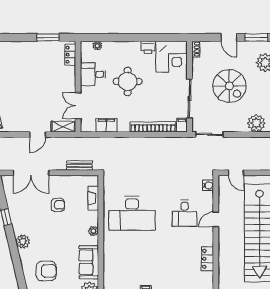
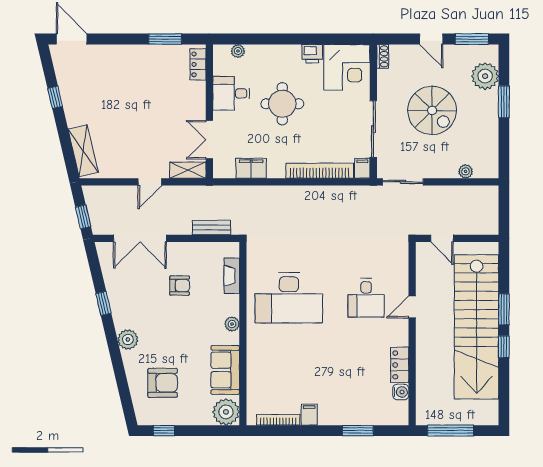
plant: (256, 123) -> (466, 171), width x0.53, depth x0.53
water cooler: (208, 186) -> (401, 392), moved

